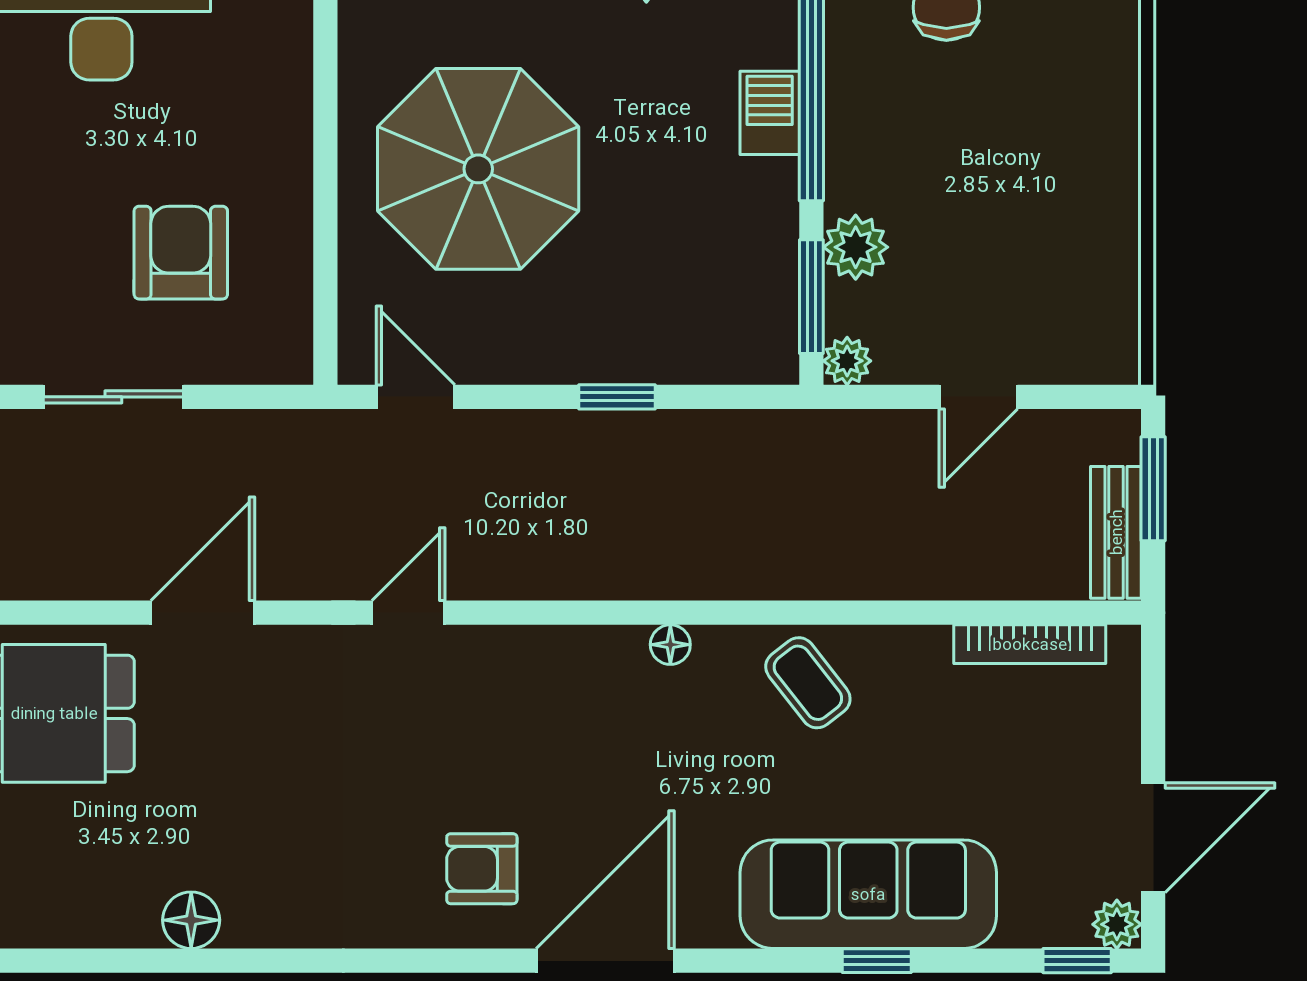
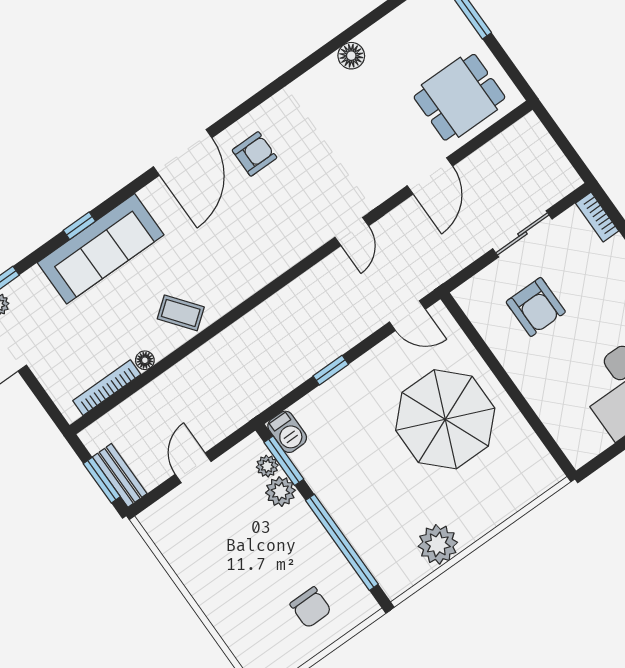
barbecue: (770, 113) -> (287, 432), moved
plant: (847, 361) -> (267, 466), moved
bench: (1116, 532) -> (120, 475), moved
floor lamp: (670, 645) -> (145, 360), moved

